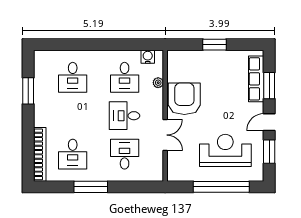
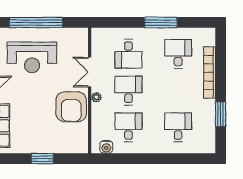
plant: (158, 83) -> (96, 97), moved
desk: (125, 116) -> (128, 90), turned -90
bookcase: (40, 154) -> (210, 73), moved

